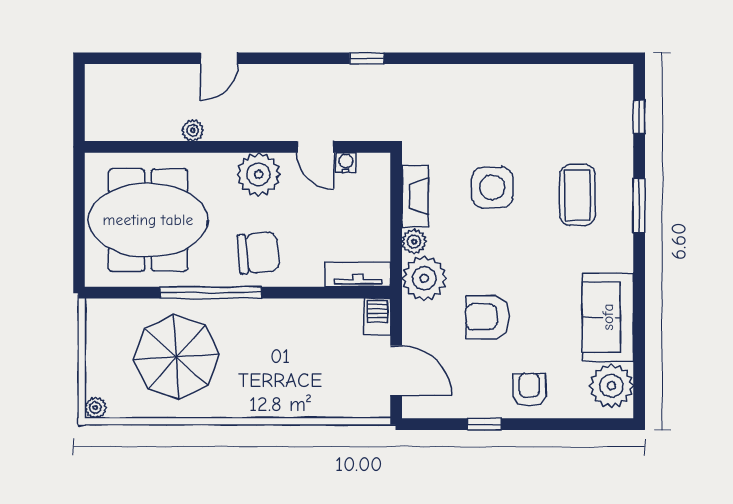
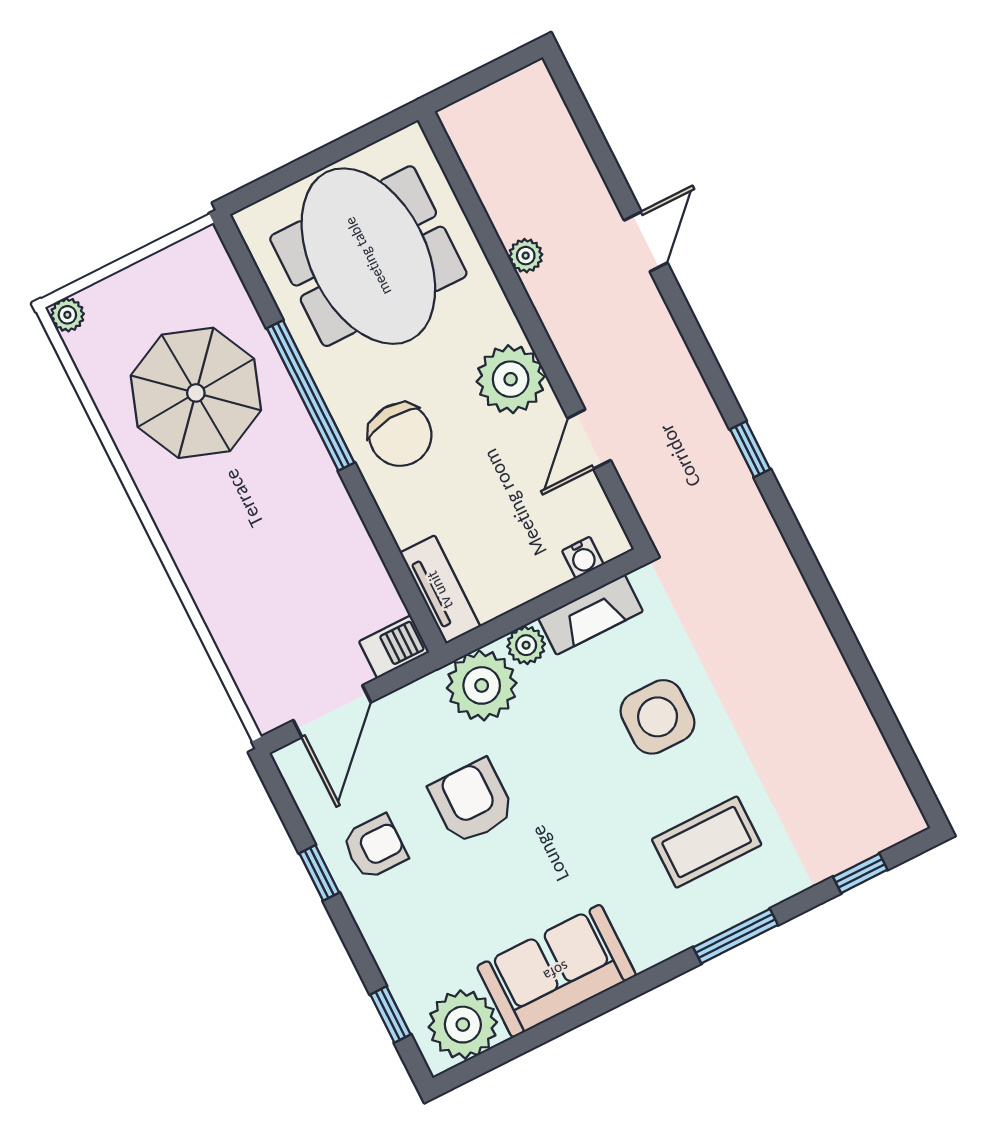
door: (219, 58) -> (646, 242), swing flipped
water cooler: (346, 163) -> (583, 558), moved, turned 90
armchair: (529, 390) -> (375, 847), moved
window: (585, 424) -> (390, 1015), added

